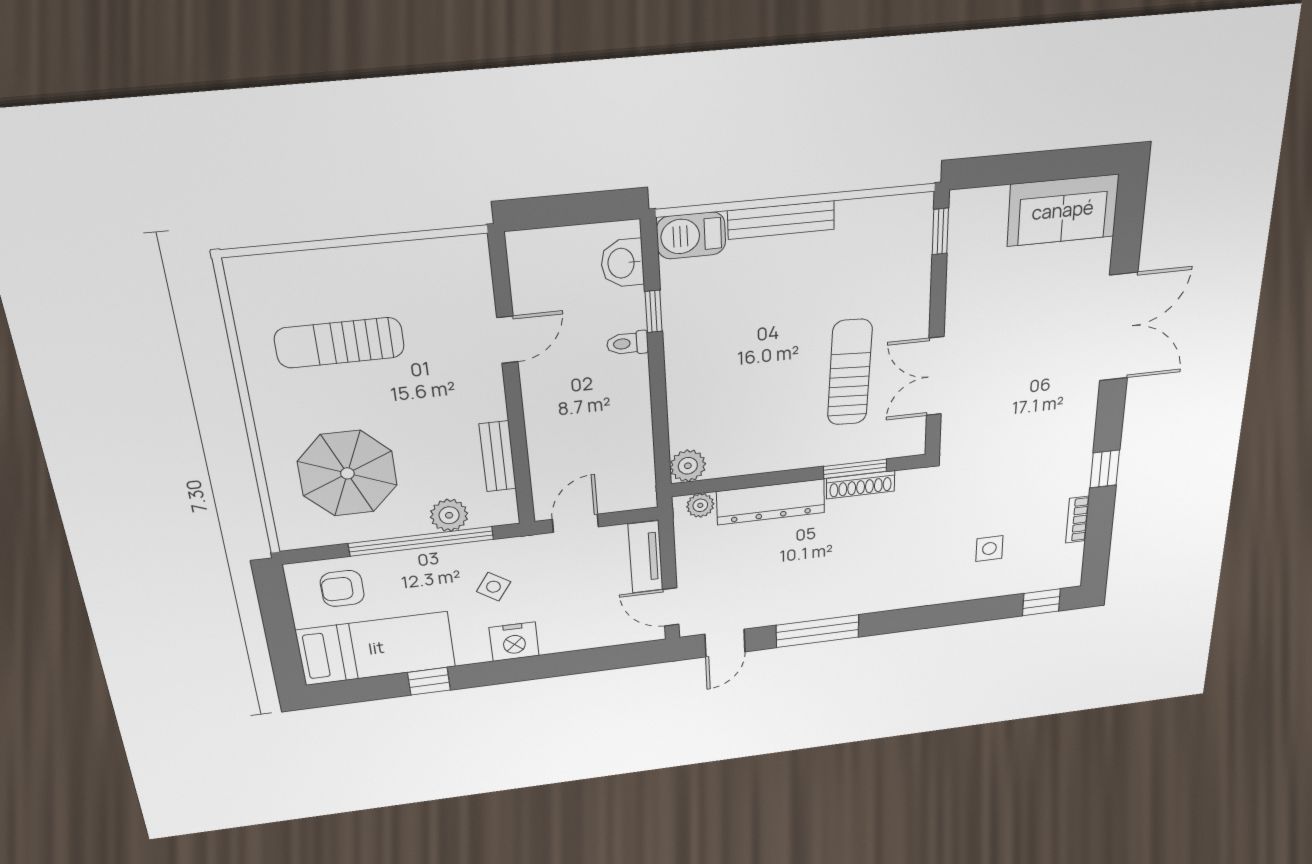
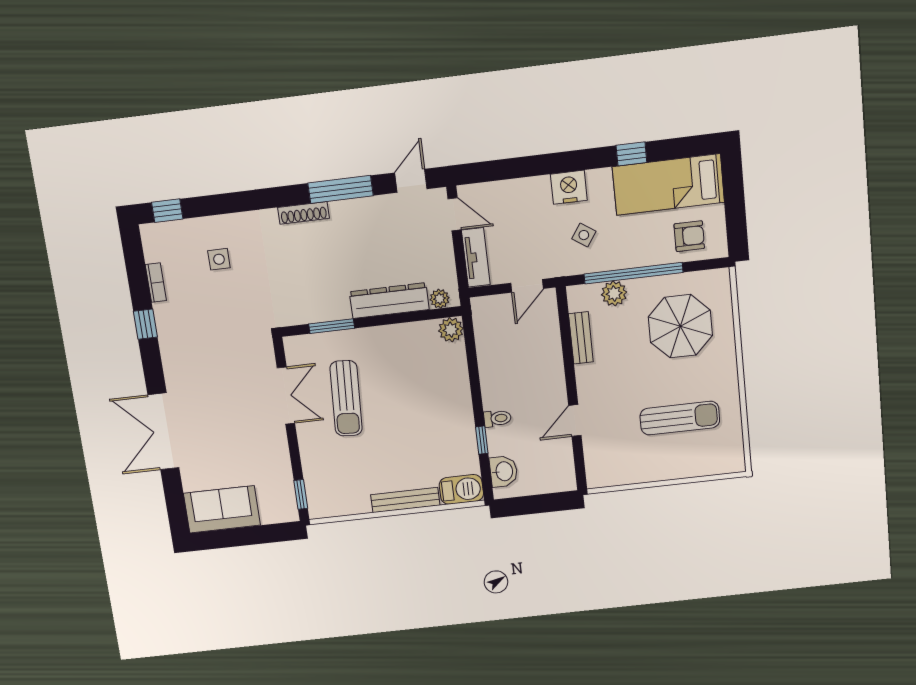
shoe rack: (861, 485) -> (303, 213), moved, turned 180

